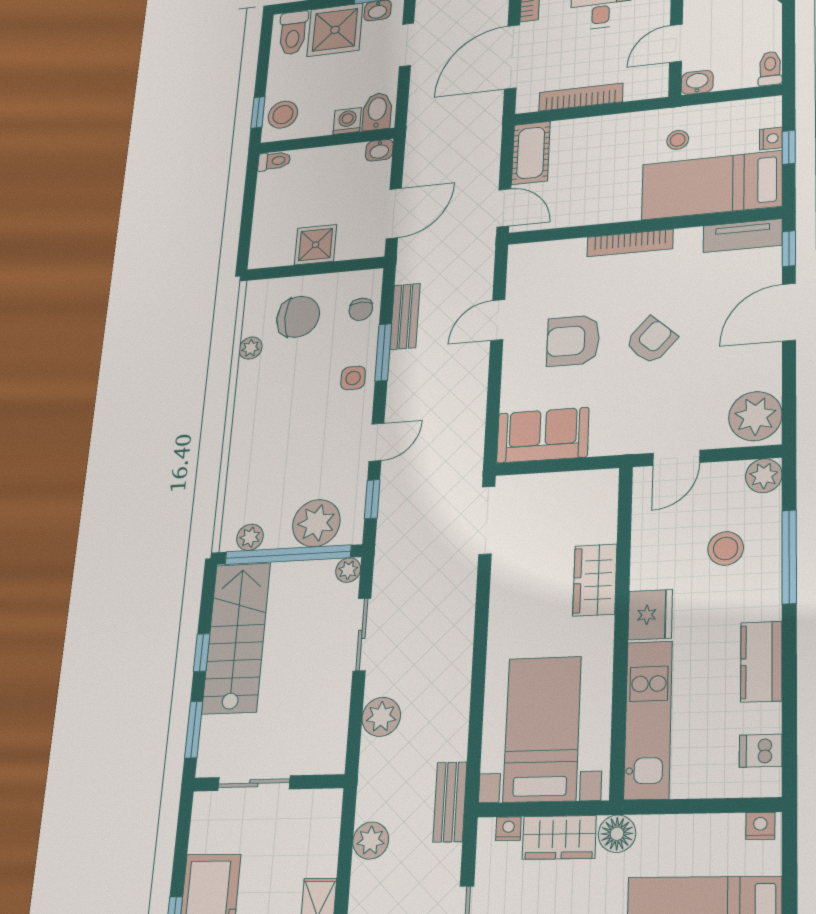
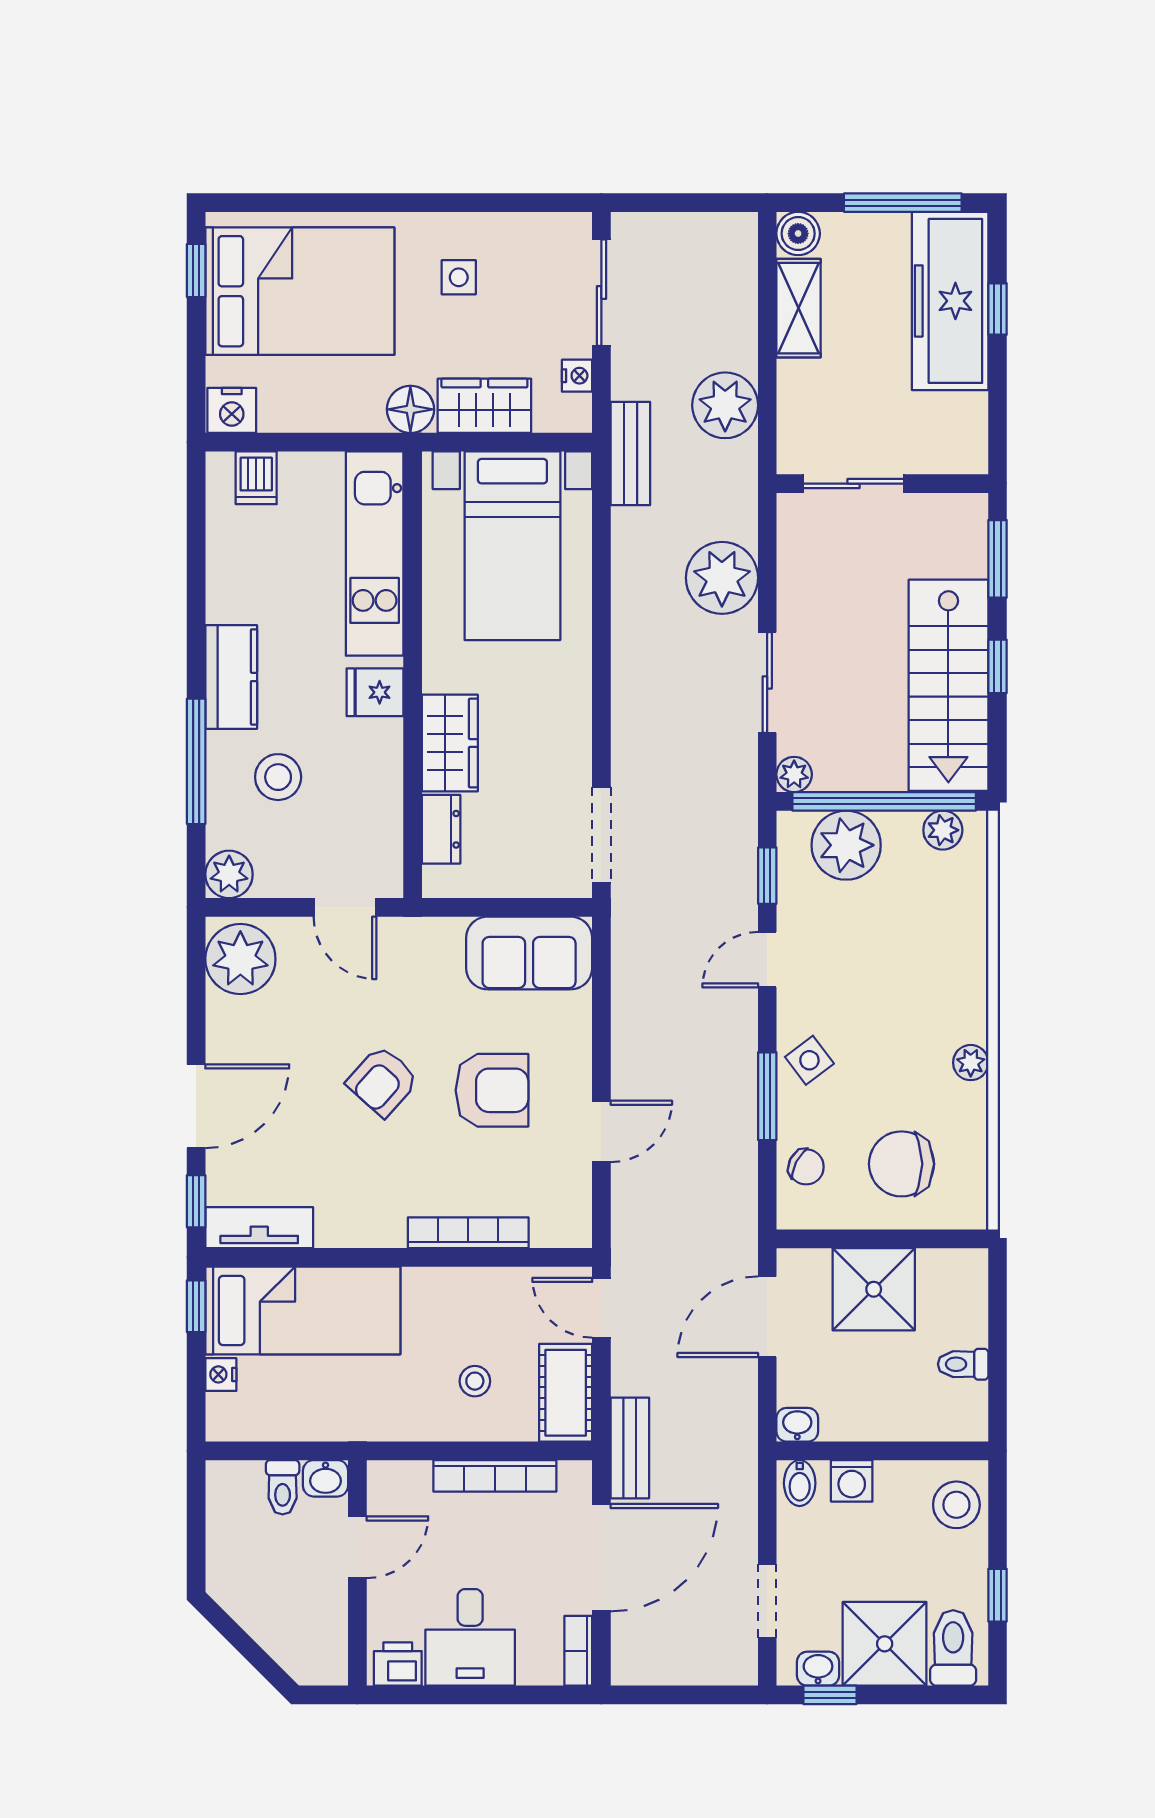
toilet: (770, 68) -> (283, 1487), moved
bidet: (377, 111) -> (800, 1483), width x0.72, depth x0.74
window: (258, 112) -> (998, 1595), moved
stool: (678, 140) -> (475, 1381), moved
window: (789, 147) -> (196, 1306), moved
toilet: (274, 161) -> (963, 1364), moved
bookcase: (630, 243) -> (468, 1233), moved
shower: (315, 245) -> (874, 1289), width x1.36, depth x1.36
chair: (361, 309) -> (806, 1167), turned 117
bench: (405, 316) -> (630, 1448), moved
plant: (251, 348) -> (971, 1063), moved
side table: (353, 378) -> (809, 1060), turned -37
door: (676, 458) -> (345, 907), swing flipped
dresser: (603, 518) -> (441, 829), added
fridge: (650, 615) -> (375, 692), width x0.72
kitchen counter: (761, 662) -> (231, 677), moved
plant: (381, 717) -> (722, 578), width x1.36, depth x1.36
dishwasher: (761, 751) -> (256, 478), moved, turned 90
sliding door: (254, 783) -> (853, 484), moved
nightstand: (760, 826) -> (232, 410), width x1.39, depth x1.35
nightstand: (508, 829) -> (577, 376), moved, turned -90
plant: (371, 841) -> (725, 405), width x1.36, depth x1.36

